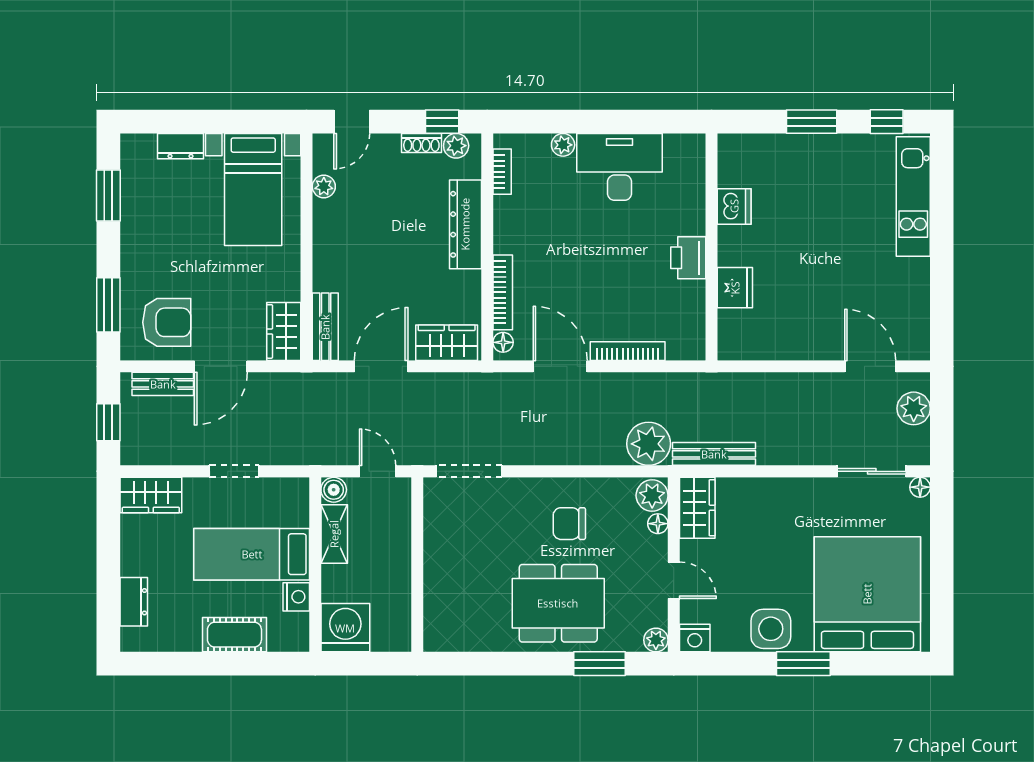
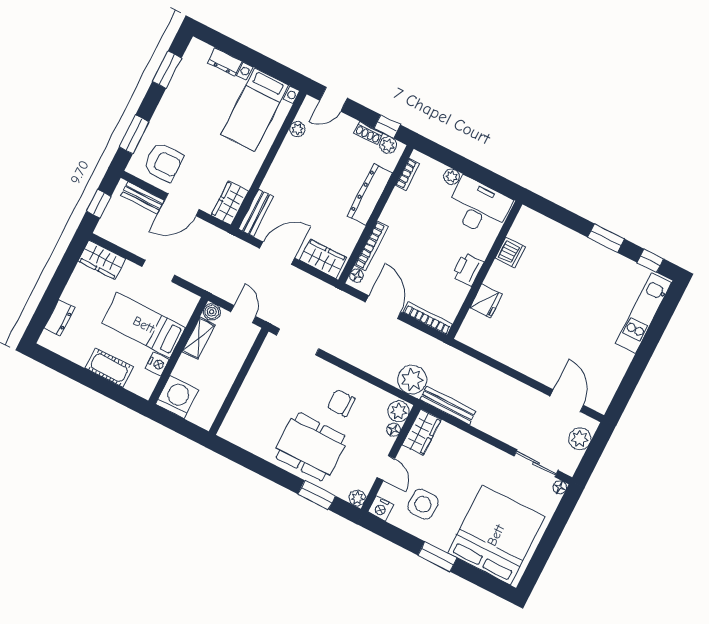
dishwasher: (734, 206) -> (510, 253), moved
wall: (712, 247) -> (485, 270), moved
printer: (688, 258) -> (468, 269), moved
fridge: (735, 288) -> (486, 301), moved
side table: (771, 629) -> (423, 504), moved

